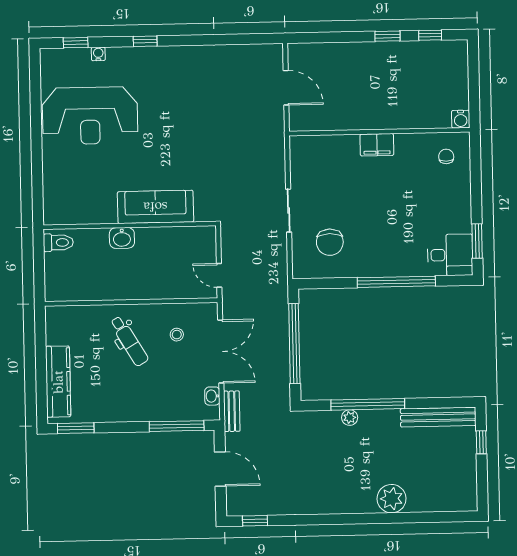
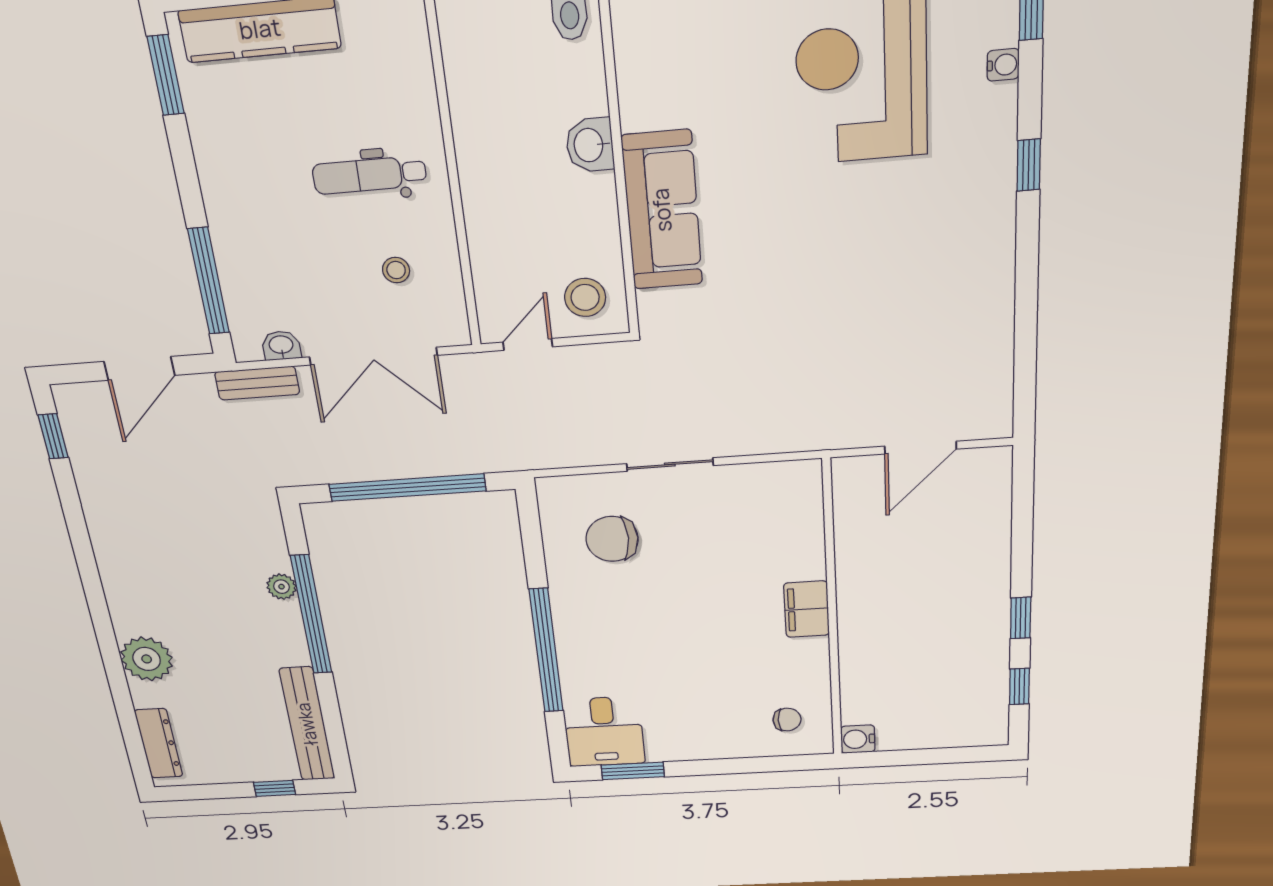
stool: (196, 246) -> (585, 297), added
dental chair: (129, 341) -> (369, 175), turned 31
dresser: (448, 503) -> (159, 743), added

